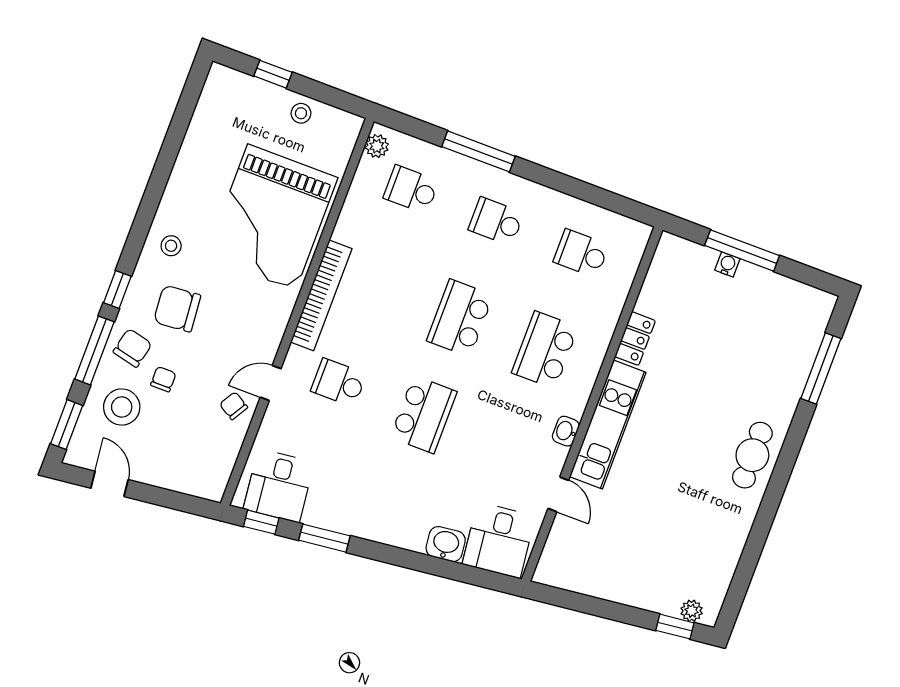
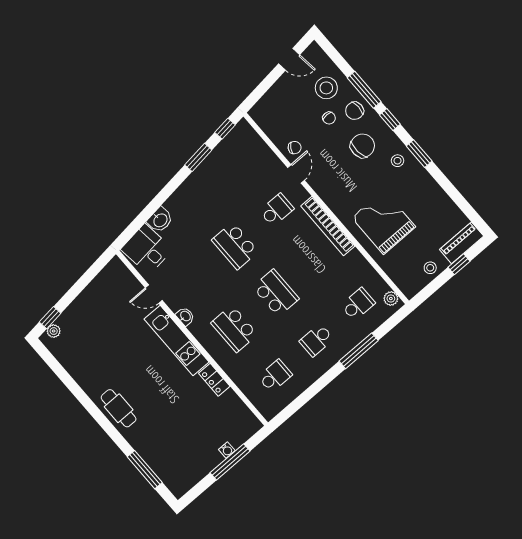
piano: (240, 87) -> (462, 243), added
grand piano: (272, 217) -> (384, 222), width x0.73, depth x0.68
school desk: (496, 221) -> (316, 340), turned 180
chair: (133, 348) -> (355, 111), turned 77
school desk: (545, 350) -> (234, 329), turned 180
window: (67, 425) -> (419, 154), moved
desk: (279, 486) -> (239, 148), removed

